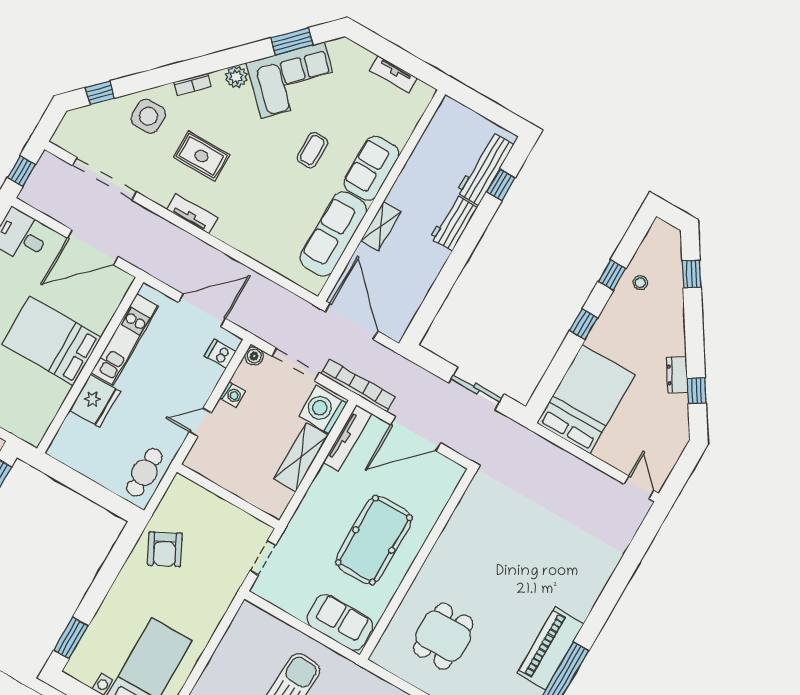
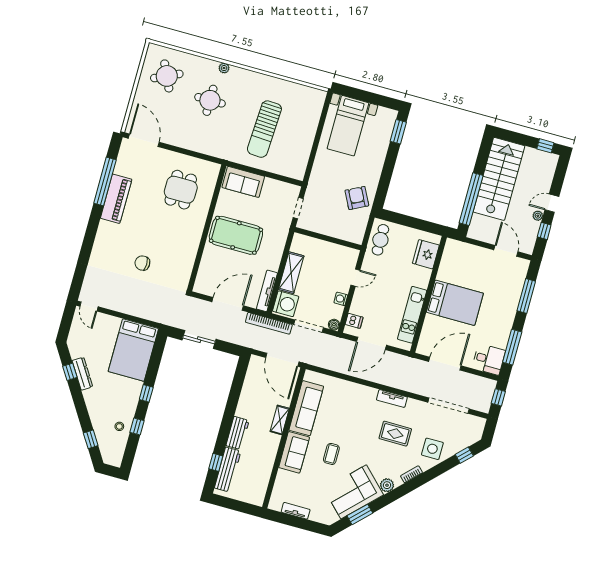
dresser: (677, 375) -> (82, 374), width x1.44
fridge: (95, 401) -> (426, 254), moved
chair: (535, 535) -> (142, 263), added
pool table: (374, 540) -> (236, 235), turned 90

